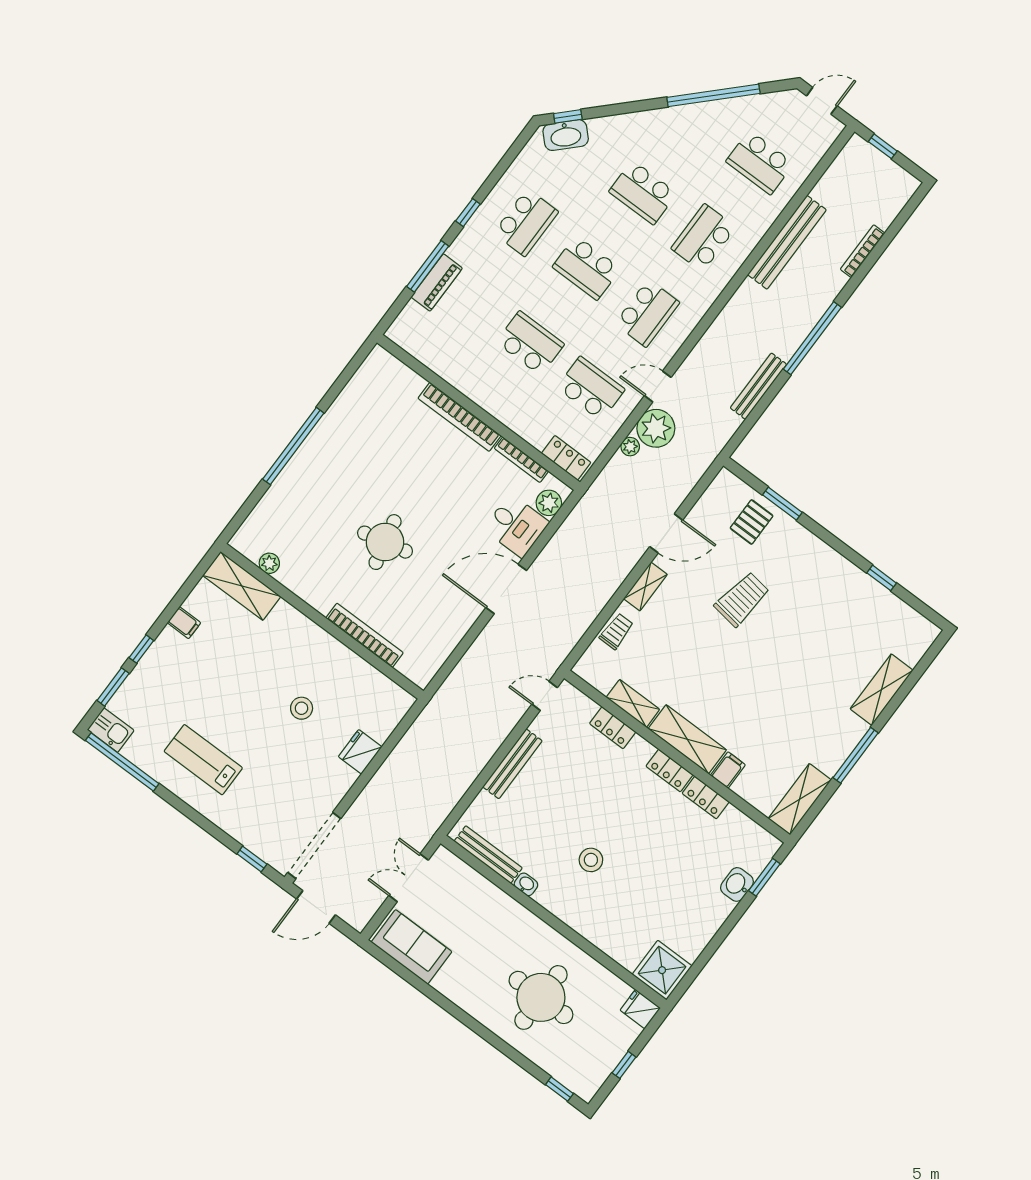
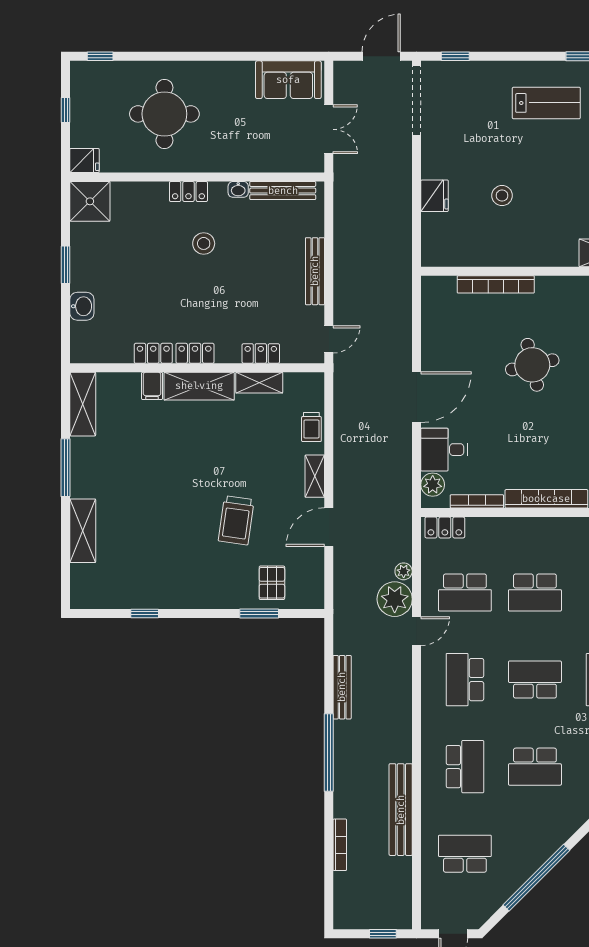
school desk: (643, 192) -> (535, 767), turned 180
window: (764, 877) -> (66, 265), moved
locker: (570, 915) -> (188, 192), added

